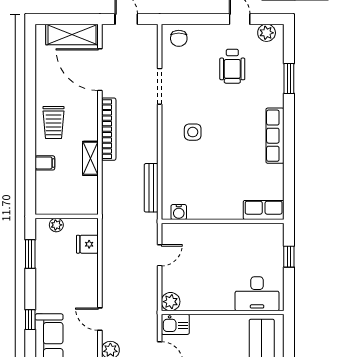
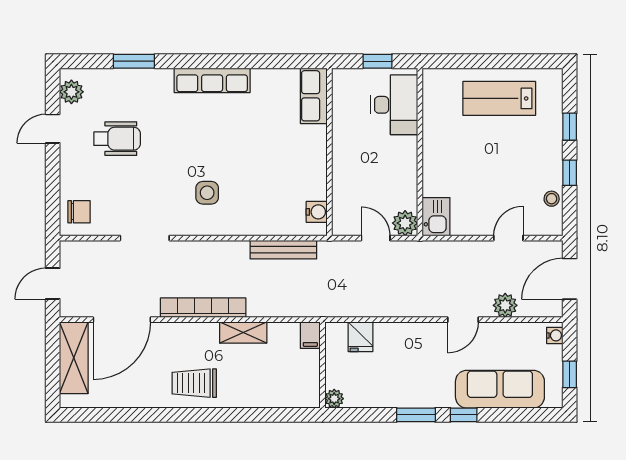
trolley: (53, 123) -> (194, 383), turned 180
filing cabinet: (45, 163) -> (310, 335), moved, turned 180
plant: (56, 225) -> (334, 399), moved
window: (30, 254) -> (416, 415), moved
desk: (257, 294) -> (394, 105), moved
plant: (171, 302) -> (405, 223), moved
wall: (223, 313) -> (420, 152), moved
kitchen sink: (175, 324) -> (436, 217), moved

